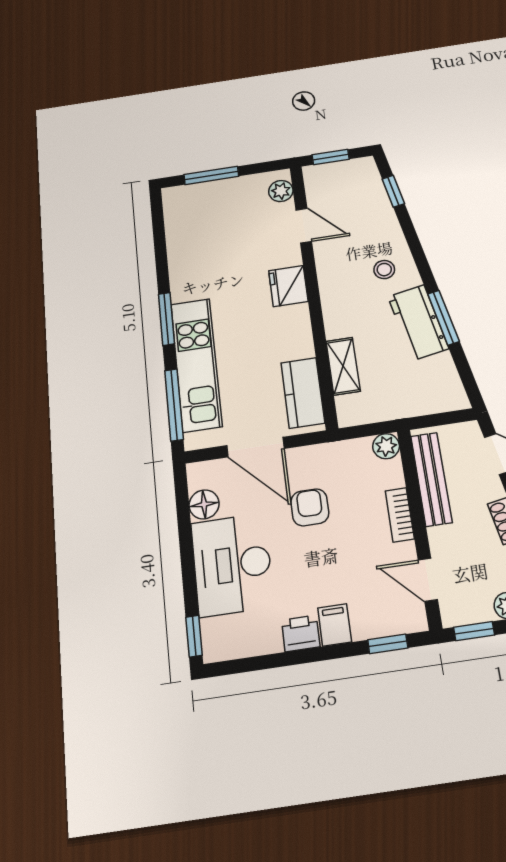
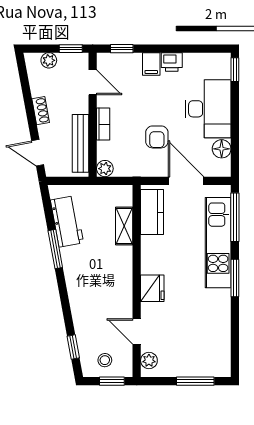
stool: (384, 270) -> (105, 360), moved
workbench: (418, 322) -> (67, 221), moved

